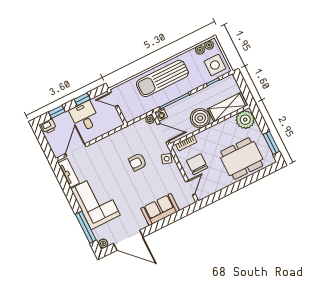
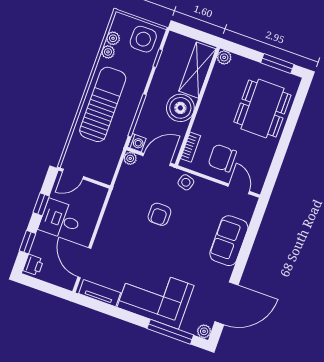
plant: (209, 45) -> (108, 52), moved
sun lounger: (162, 78) -> (103, 104), turned 180
plant: (245, 120) -> (224, 57), width x0.53, depth x0.53

